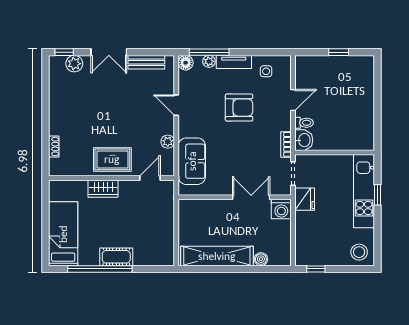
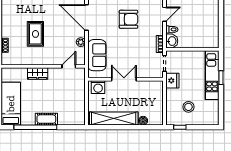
door: (176, 105) -> (86, 18), width x1.87
rug: (112, 159) -> (35, 34), moved, turned 90
double door: (251, 197) -> (124, 79), moved
washing machine: (281, 209) -> (98, 87), moved
stool: (359, 252) -> (188, 107), moved

